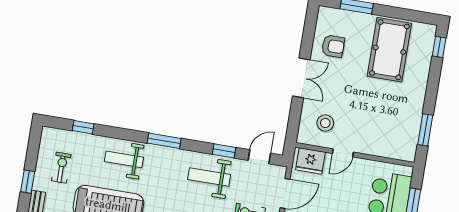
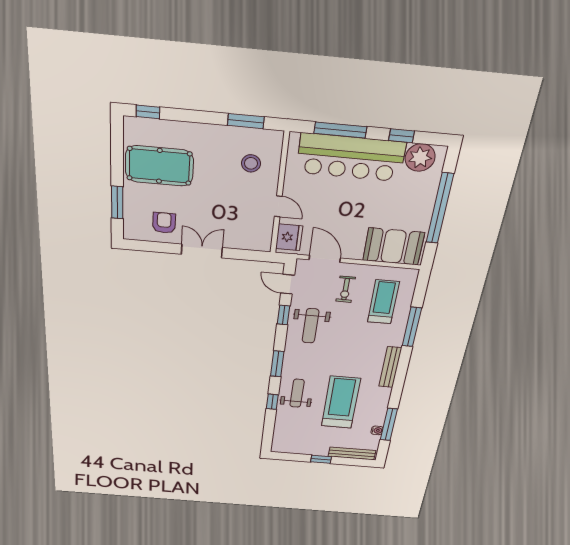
stool: (325, 123) -> (251, 163), moved
window: (83, 127) -> (272, 402), moved
weight bench: (124, 159) -> (297, 393), turned 180
exercise bike: (61, 168) -> (307, 437), removed

